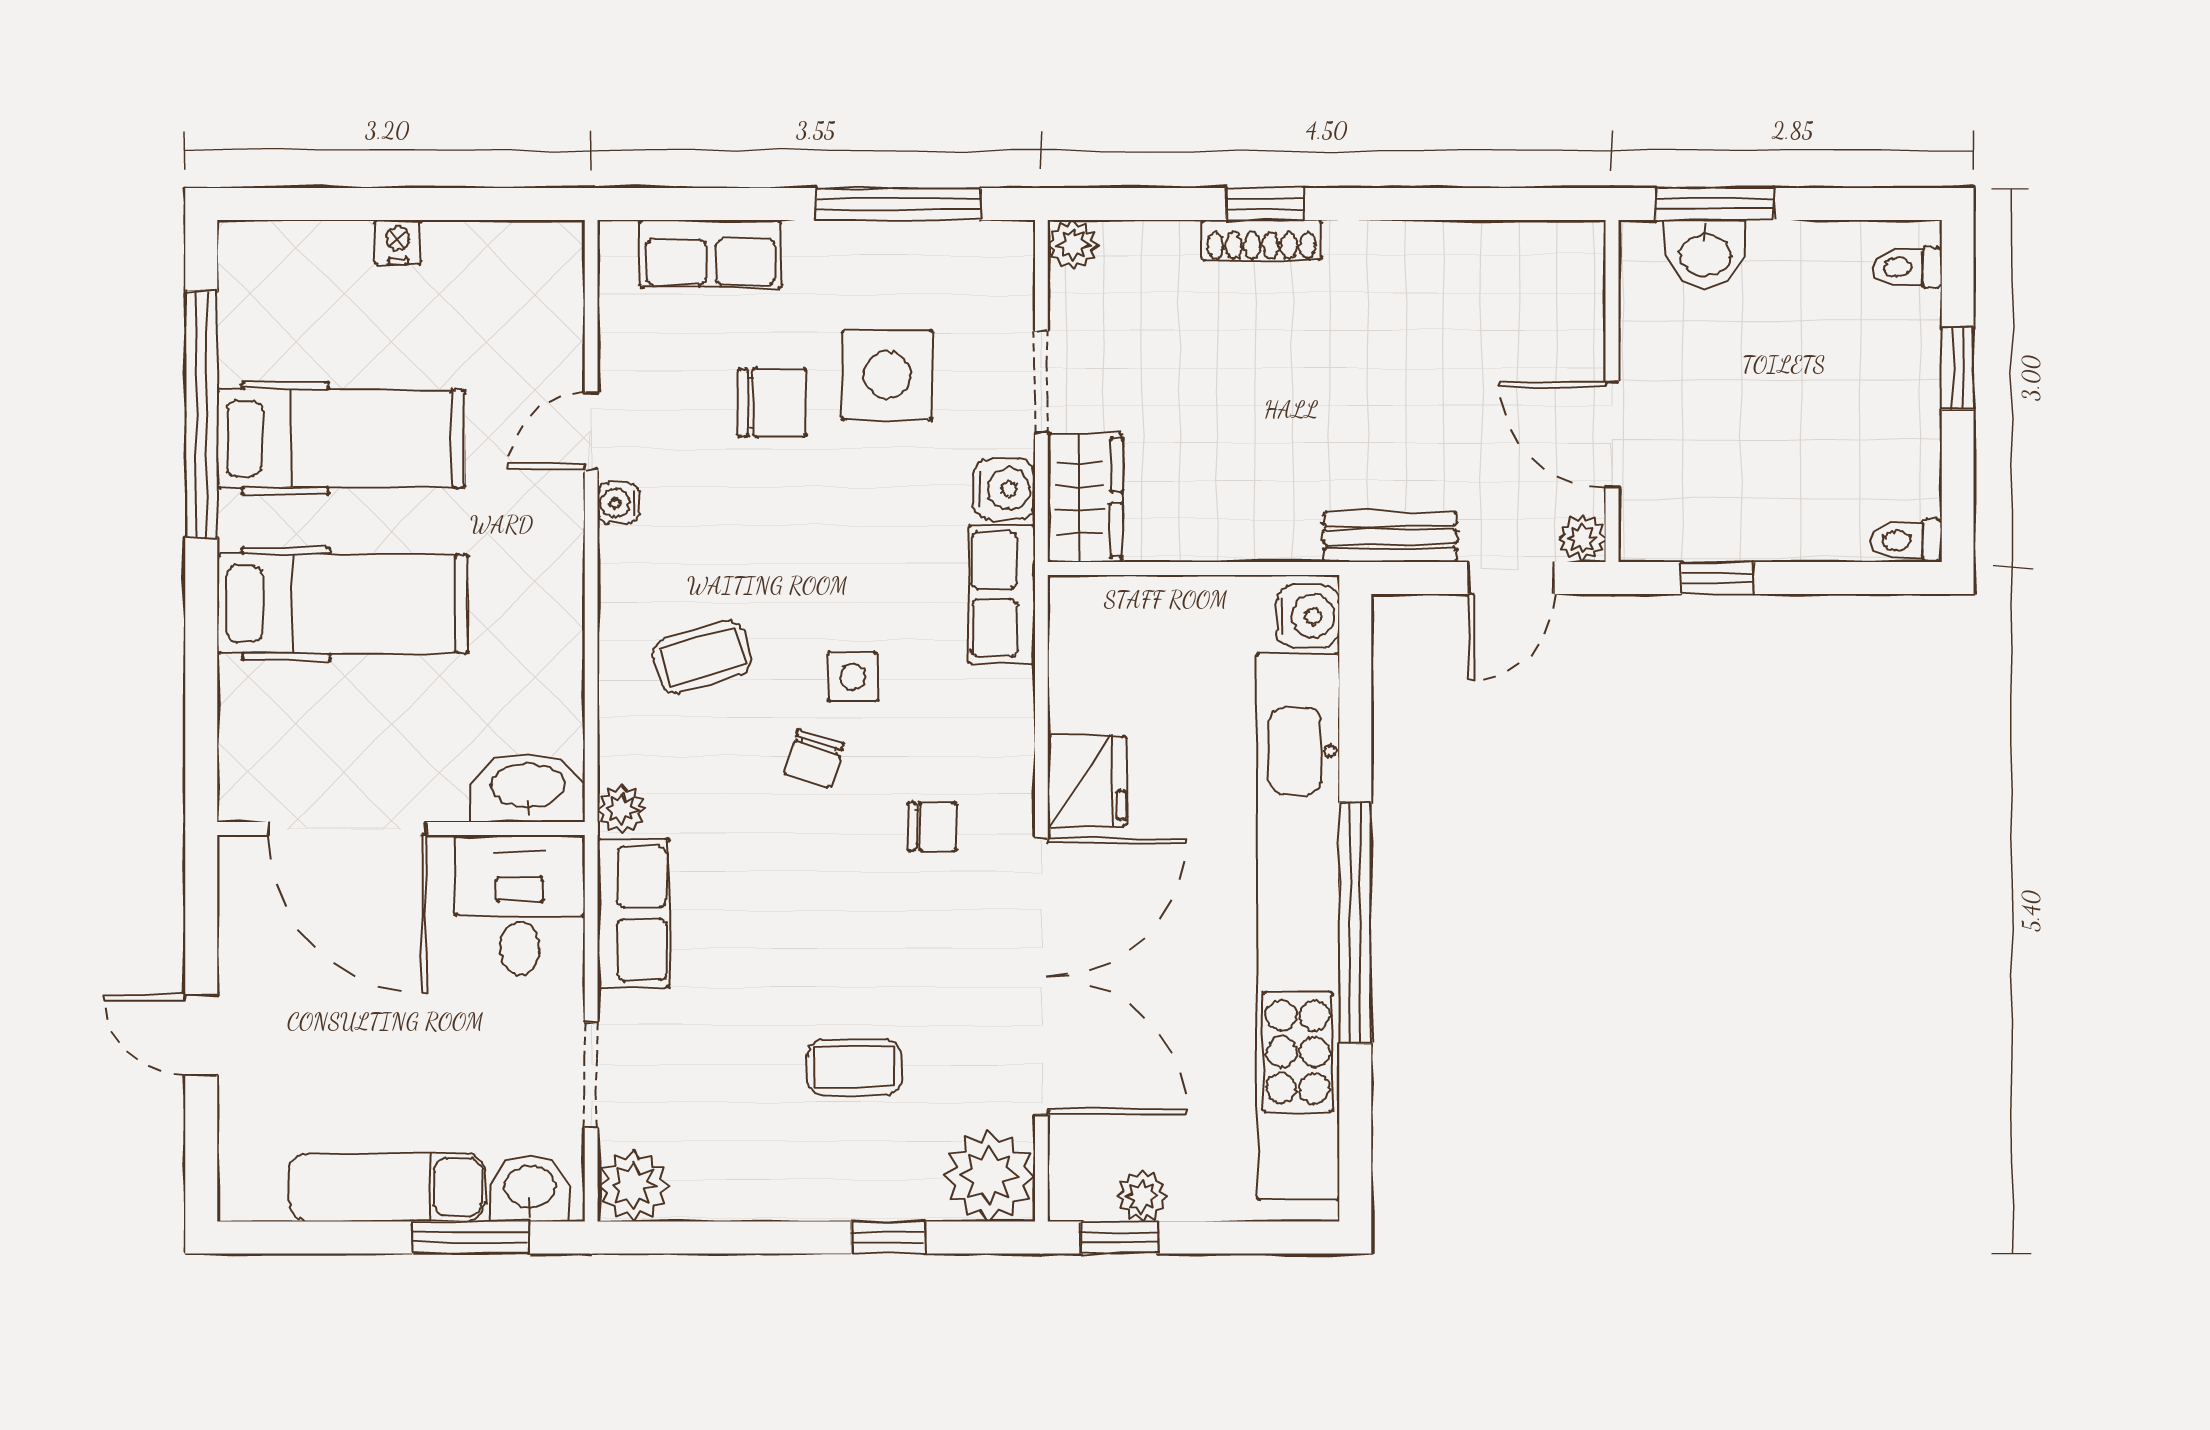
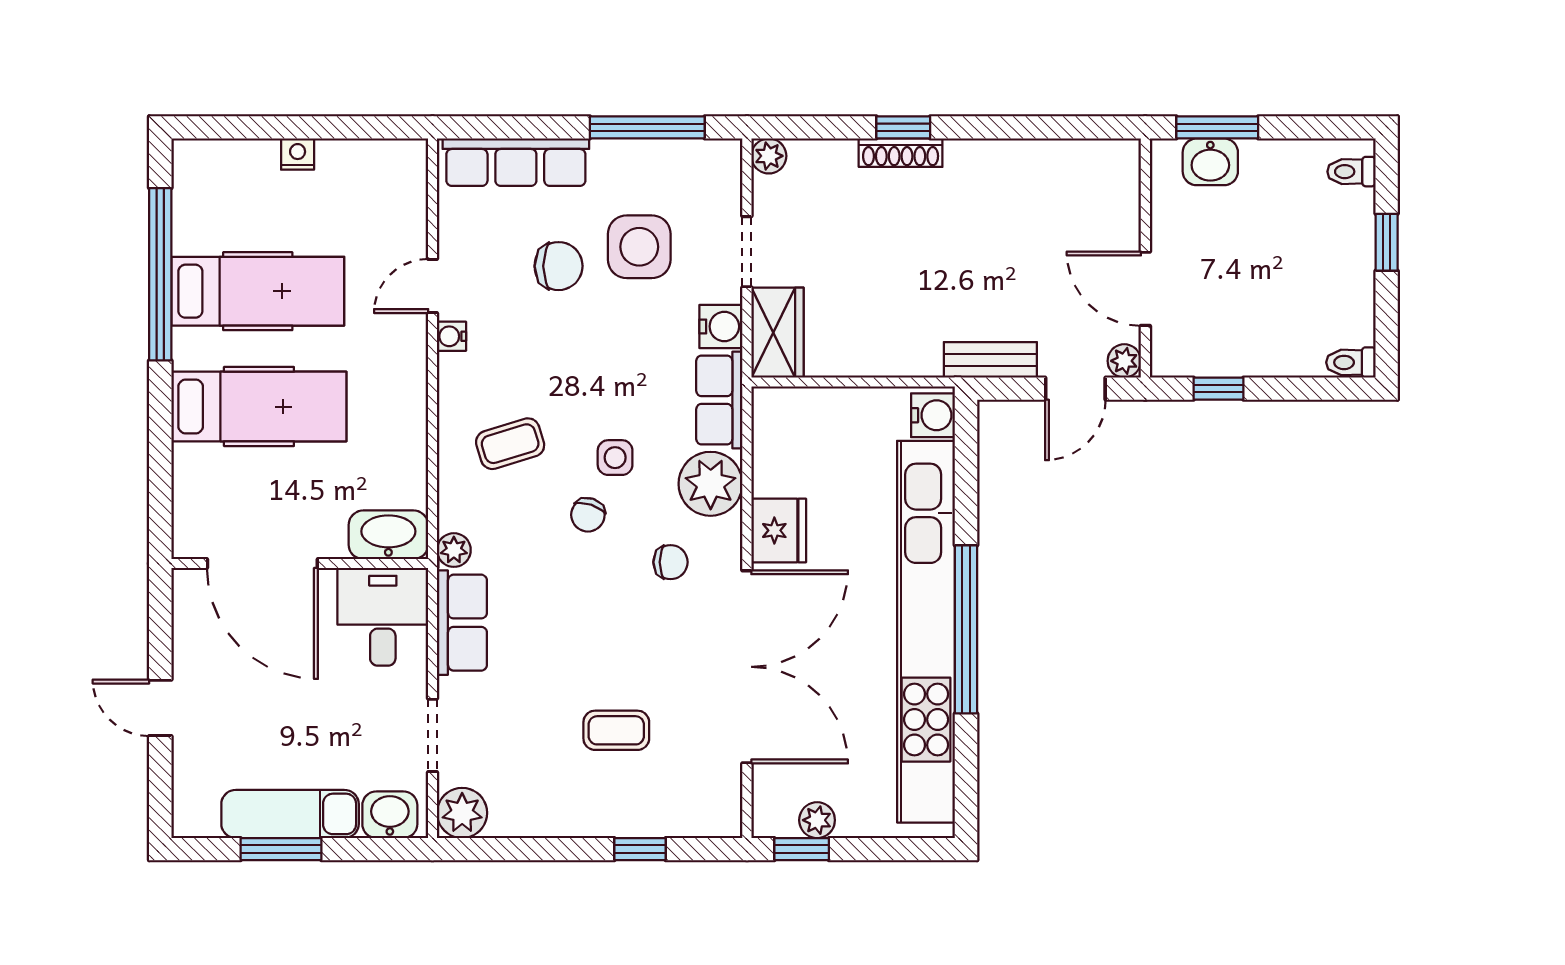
row of seats: (710, 254) -> (516, 162), width x1.48
plant: (989, 1176) -> (711, 484), moved
window: (471, 1238) -> (281, 849), moved

